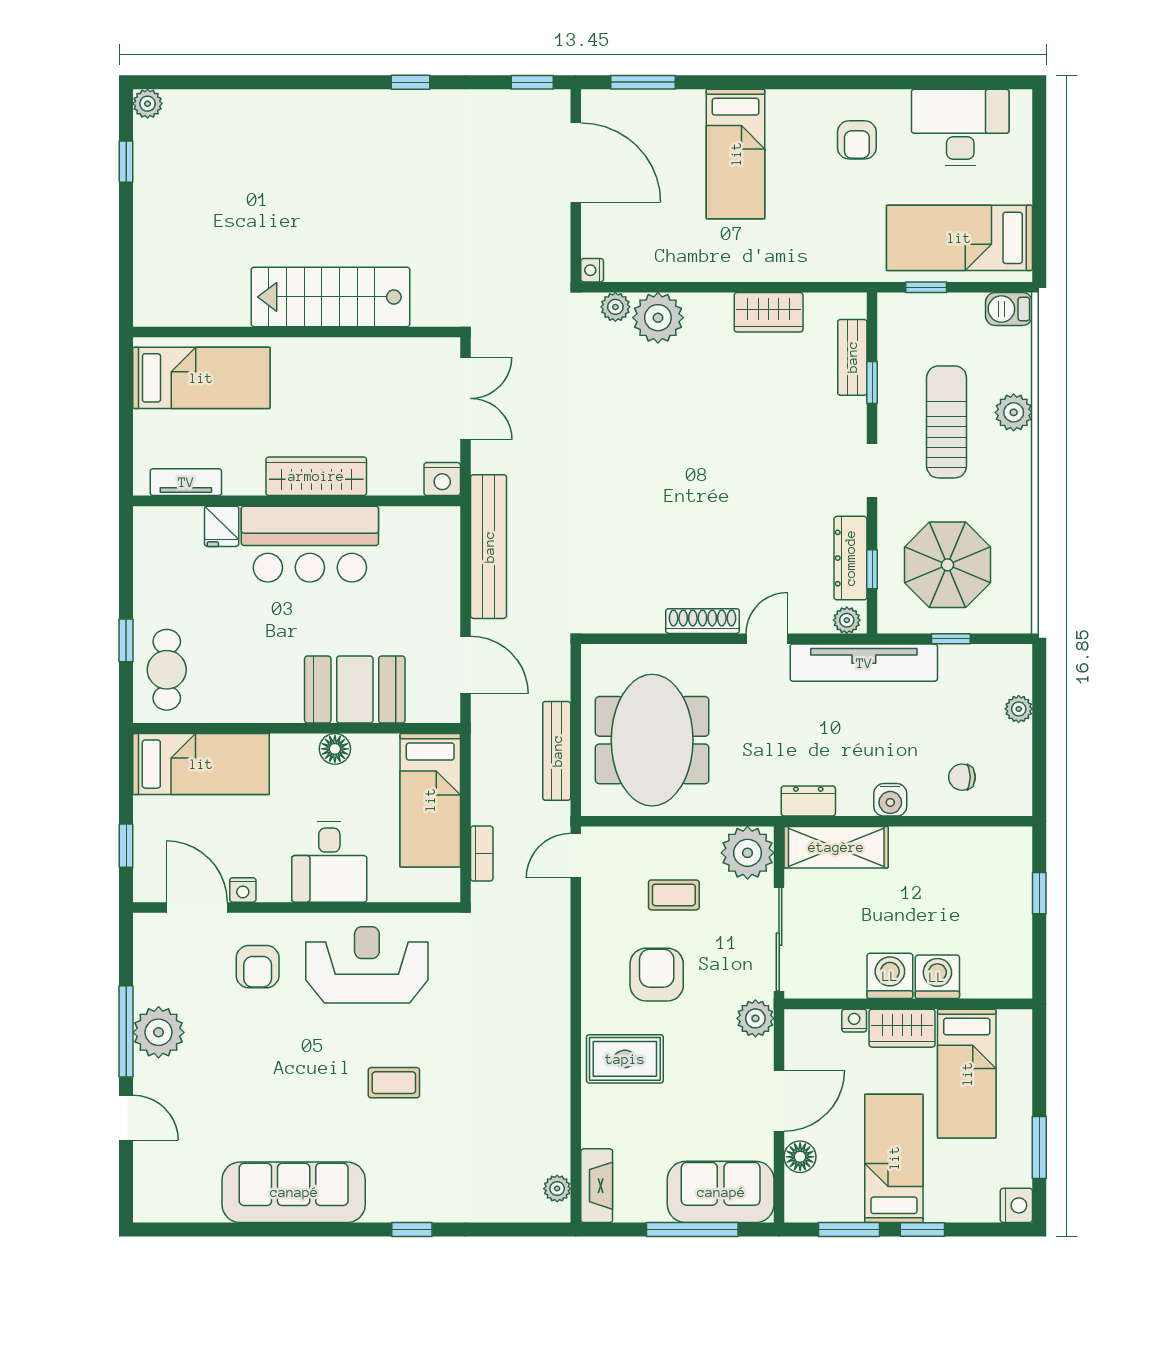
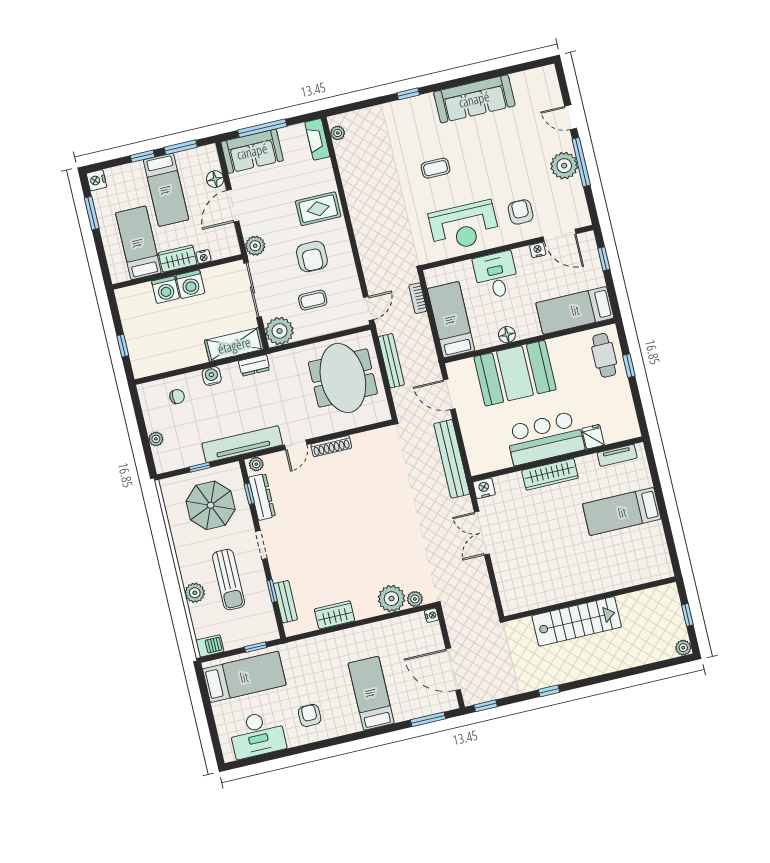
stairs: (330, 297) -> (577, 621), moved
wall: (297, 332) -> (590, 599), moved
booth: (355, 690) -> (515, 373), width x1.36, depth x1.42

